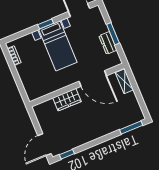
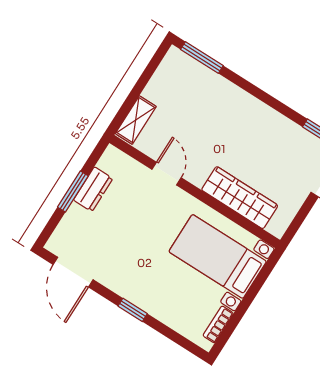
bed with nightstands: (58, 46) -> (218, 256), moved, turned -90
door: (93, 78) -> (167, 174), width x0.53
wardrobe: (67, 100) -> (240, 198), width x1.50

